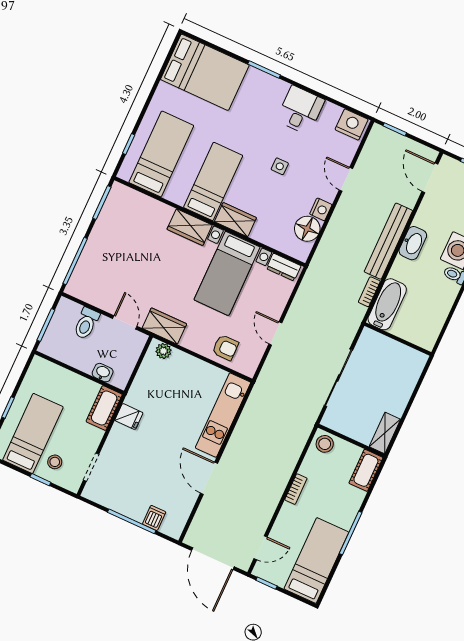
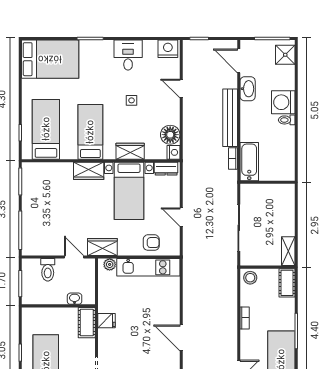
nightstand: (321, 209) -> (173, 152), moved
wardrobe: (235, 220) -> (130, 151), moved
washbasin: (413, 243) -> (248, 89), moved
kitchen unit: (223, 415) -> (148, 267), moved, turned -90

